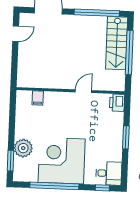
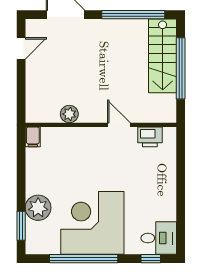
plant: (48, 82) -> (69, 114), added
door: (83, 91) -> (119, 125), hinge flipped
filing cabinet: (38, 98) -> (33, 137), moved
printer: (117, 103) -> (150, 137), moved, turned -90
window: (126, 137) -> (181, 187), removed

